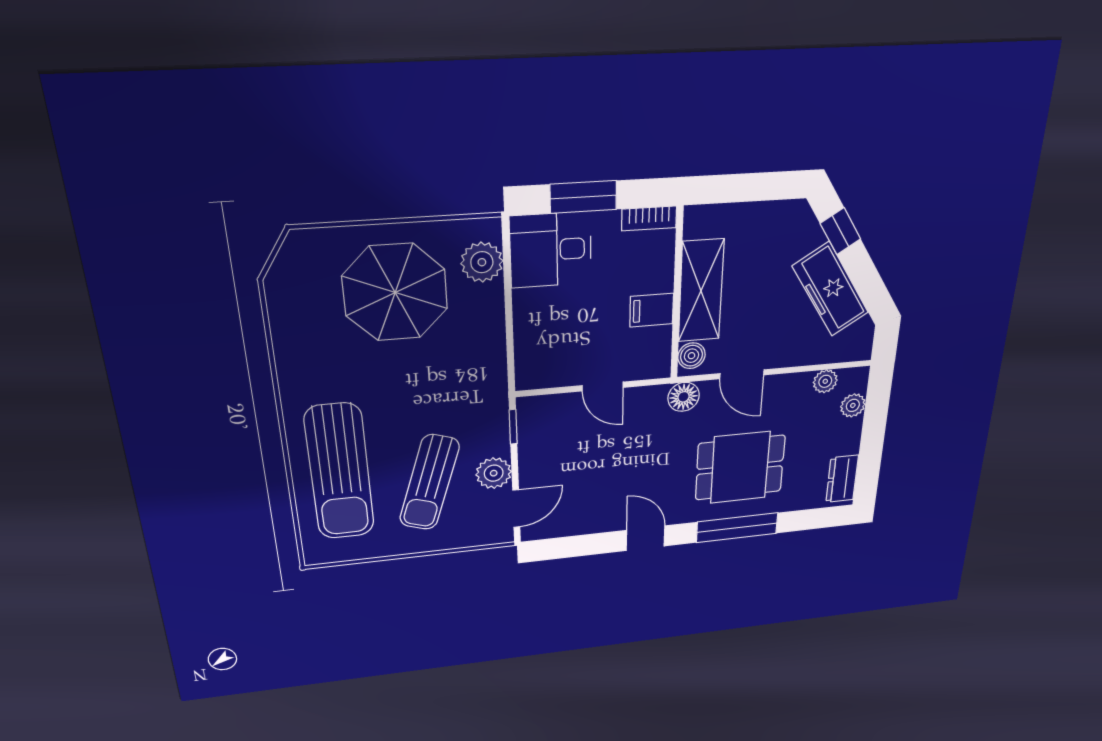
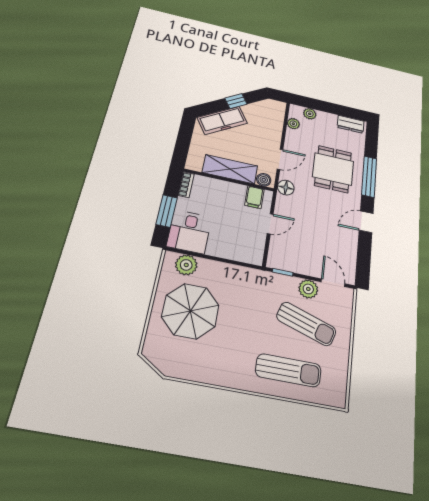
window: (840, 231) -> (236, 101), moved
freezer: (831, 289) -> (222, 120), moved
filing cabinet: (652, 310) -> (254, 197), moved
sun lounger: (340, 472) -> (288, 370), width x0.73, depth x0.75

